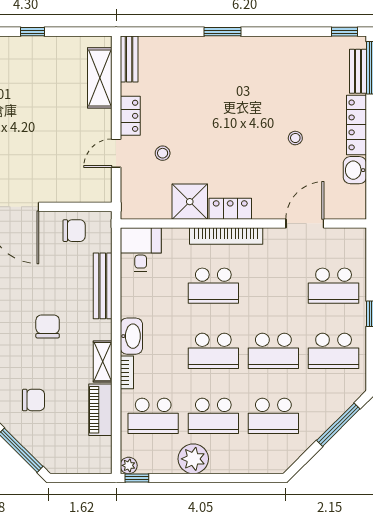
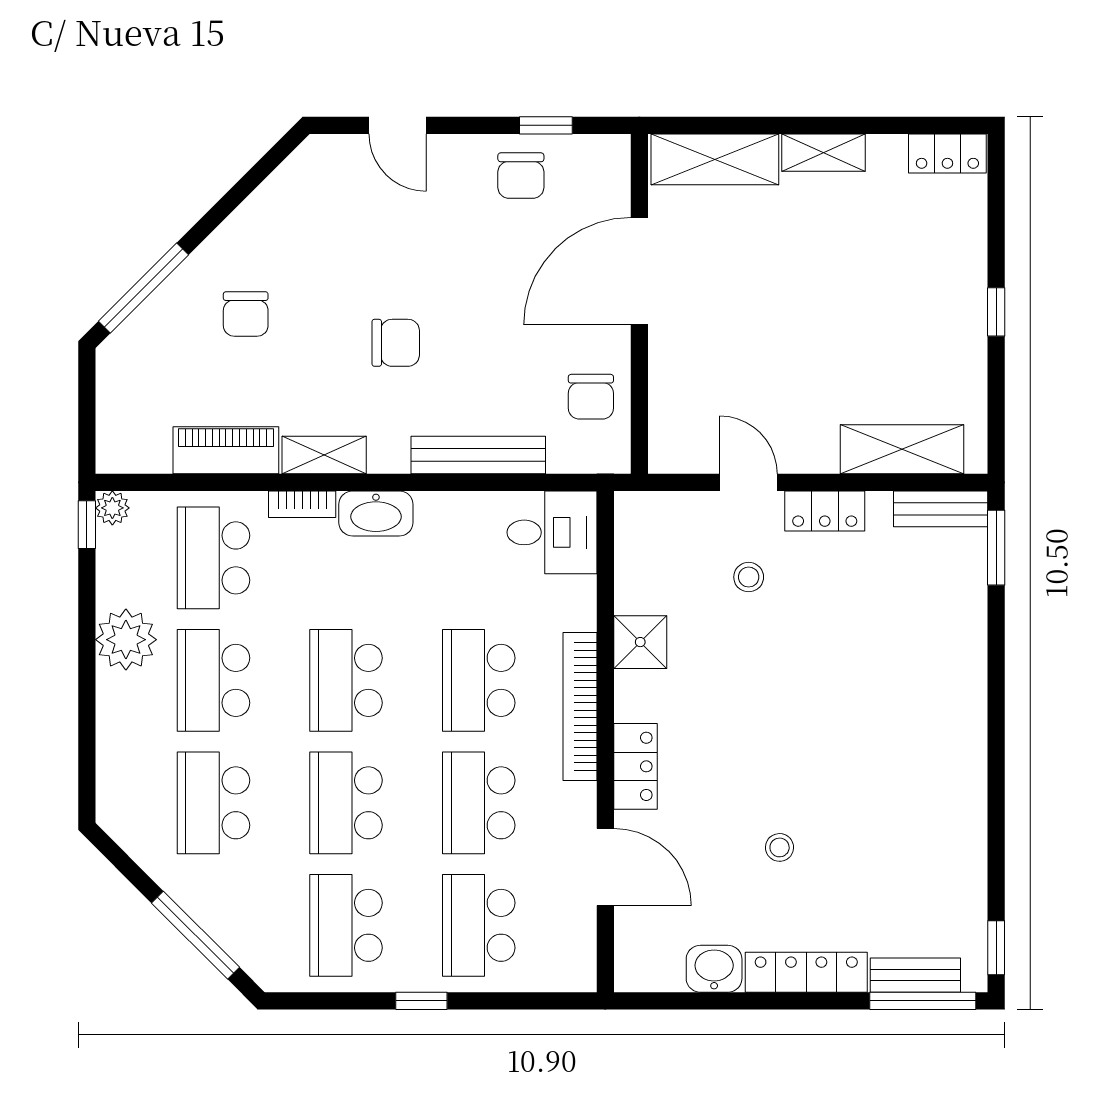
window: (223, 32) -> (996, 548), moved
shower: (190, 202) -> (640, 642), width x0.73, depth x0.73
locker: (230, 209) -> (635, 766), moved
school desk: (273, 286) -> (479, 803), added

